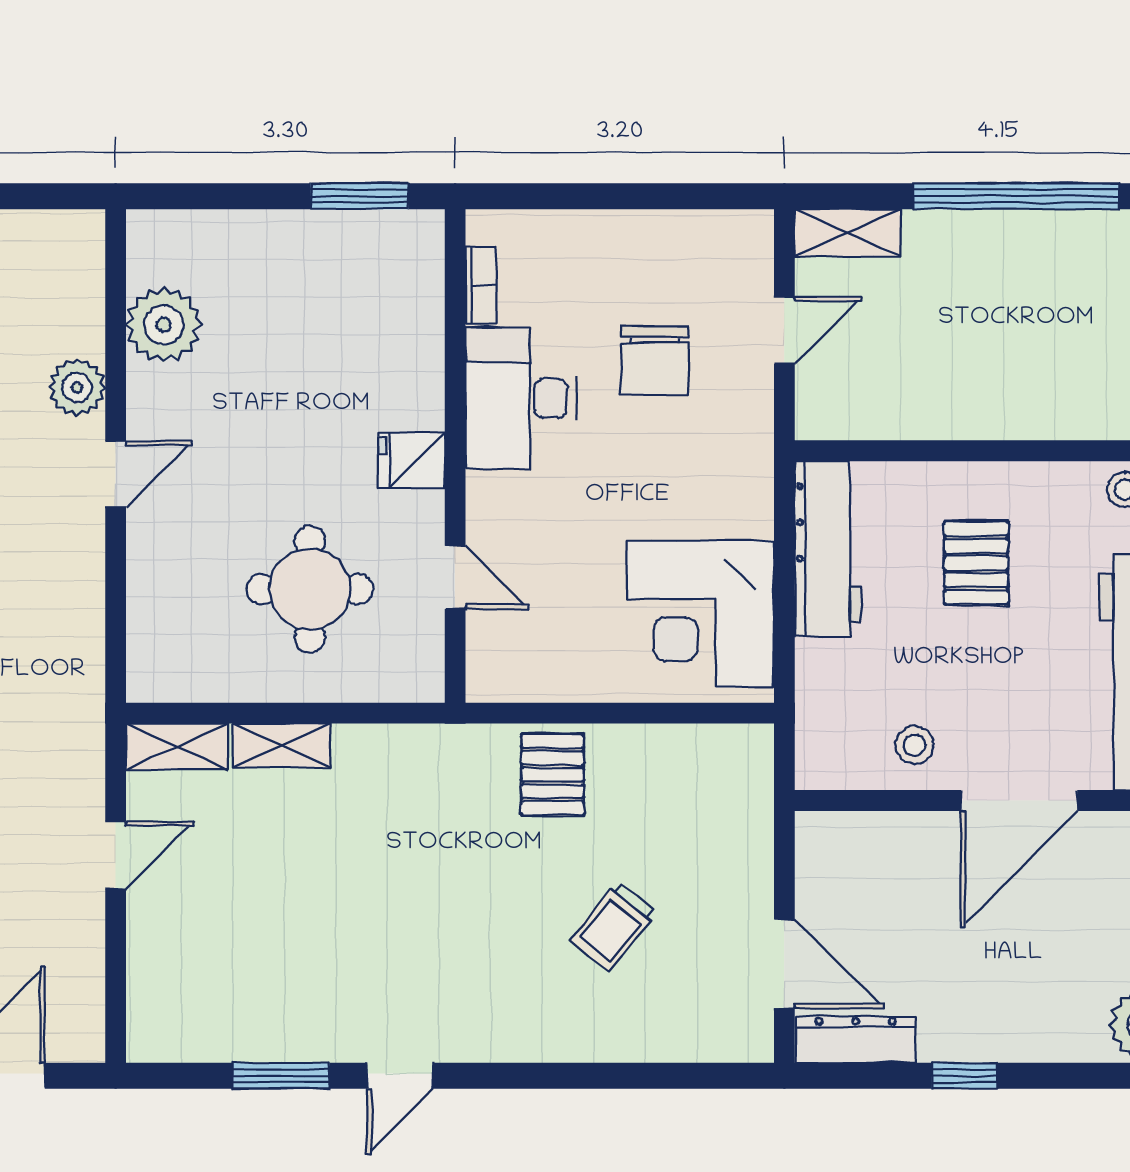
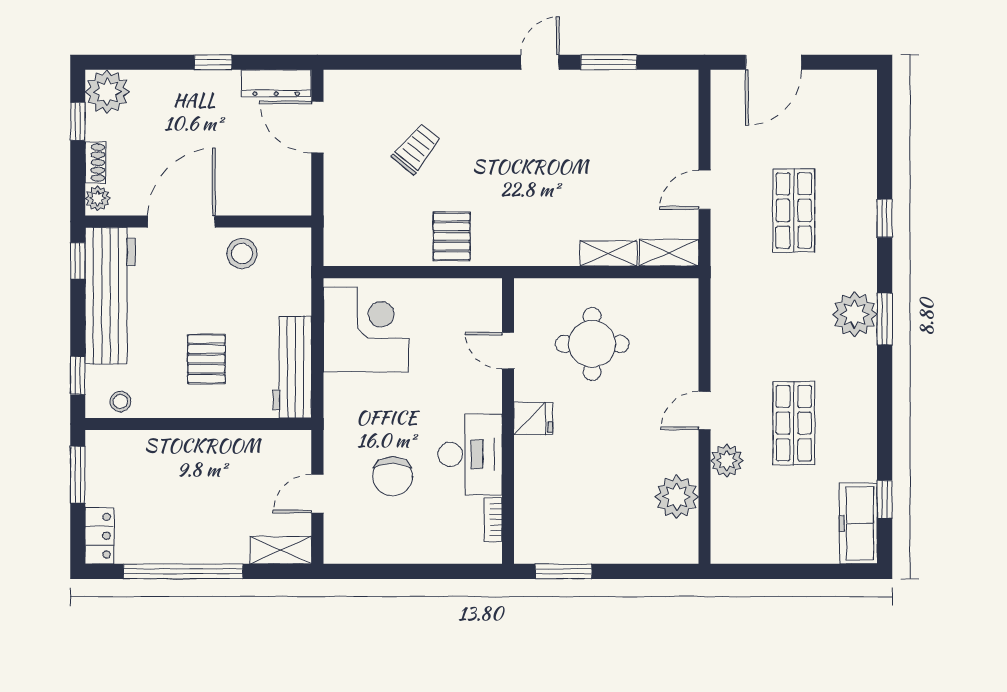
chair: (654, 361) -> (393, 476), turned 180
stool: (915, 745) -> (242, 254), width x1.37, depth x1.37

